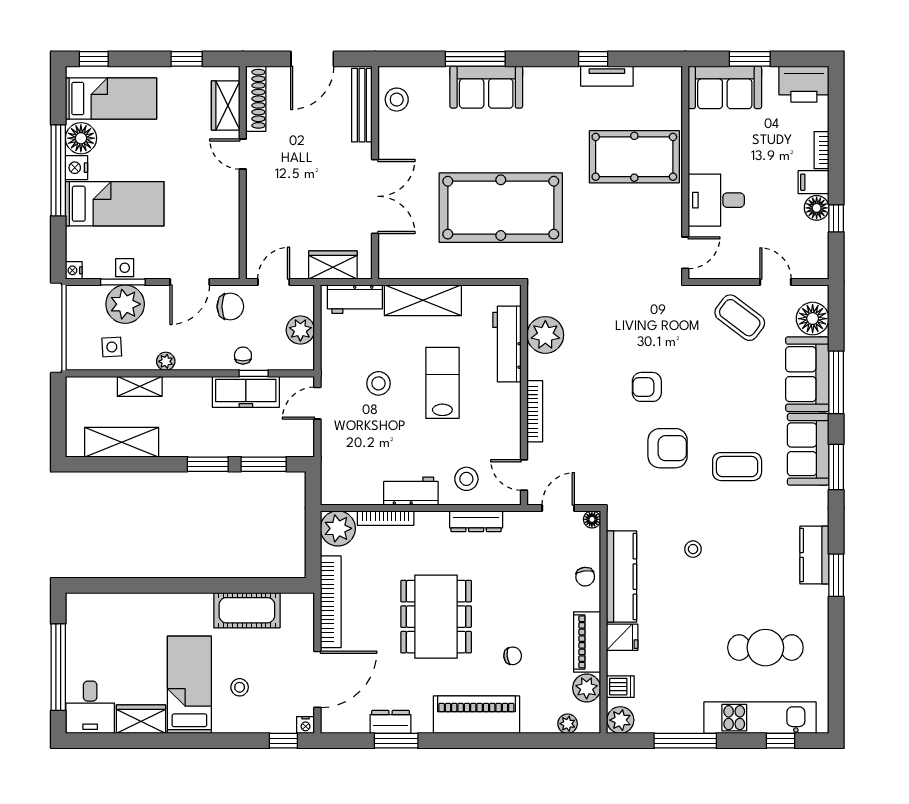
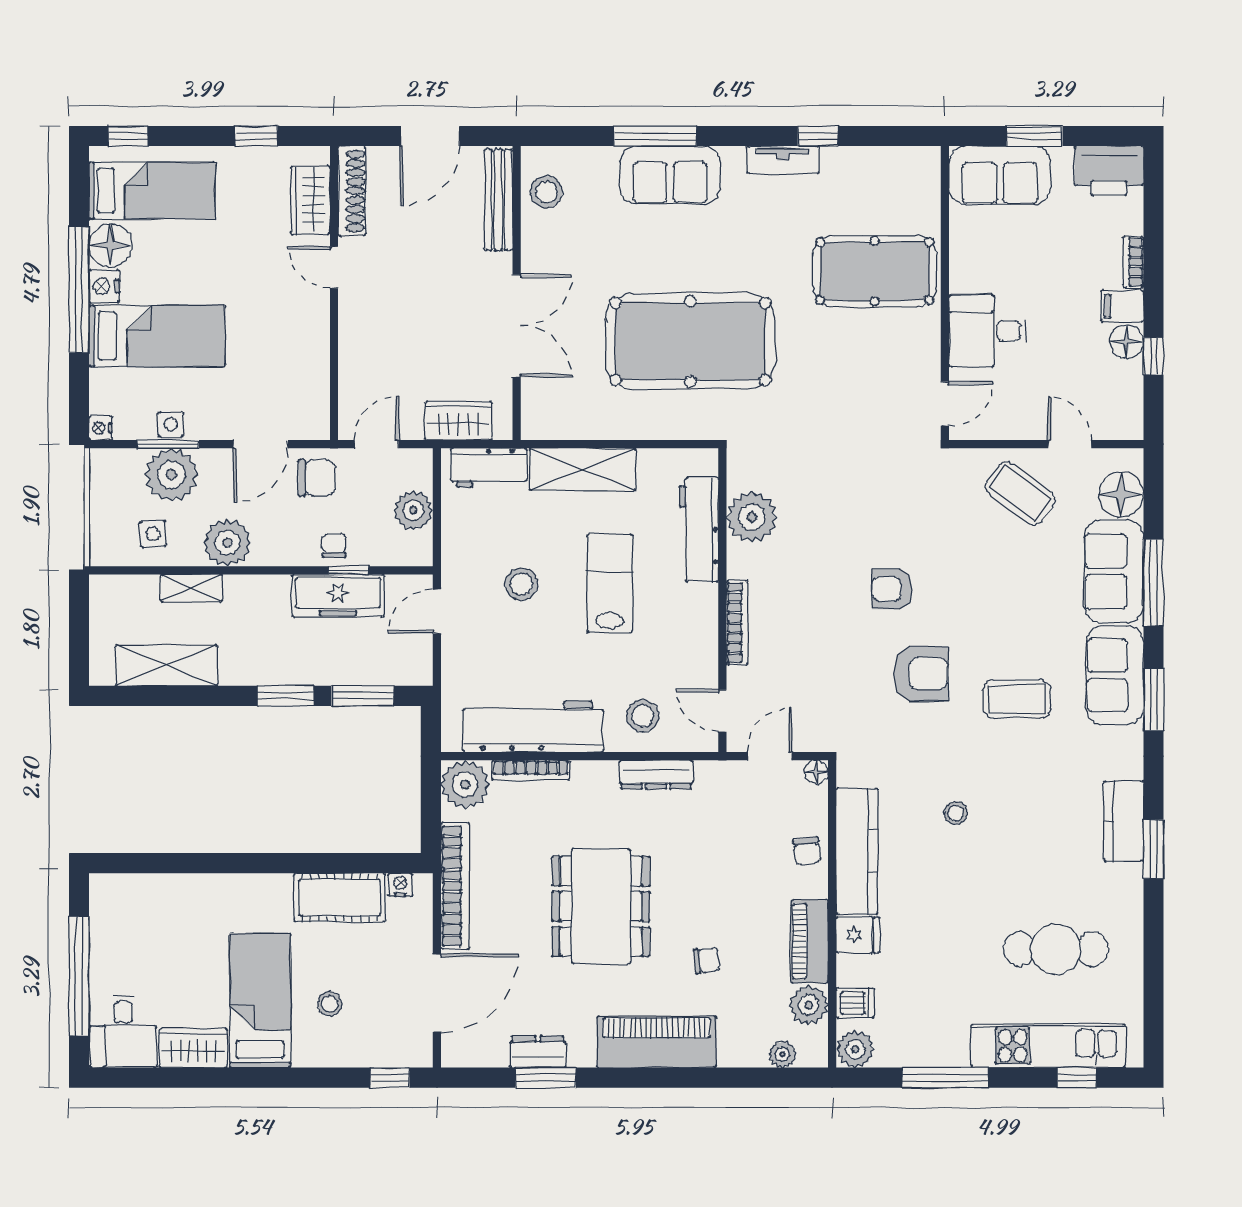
tv unit: (607, 76) -> (783, 160), moved
plant: (166, 361) -> (227, 543), width x1.88, depth x1.88
workbench: (411, 491) -> (533, 727), width x1.88, depth x1.32
nightstand: (306, 725) -> (400, 885), moved, turned 180

